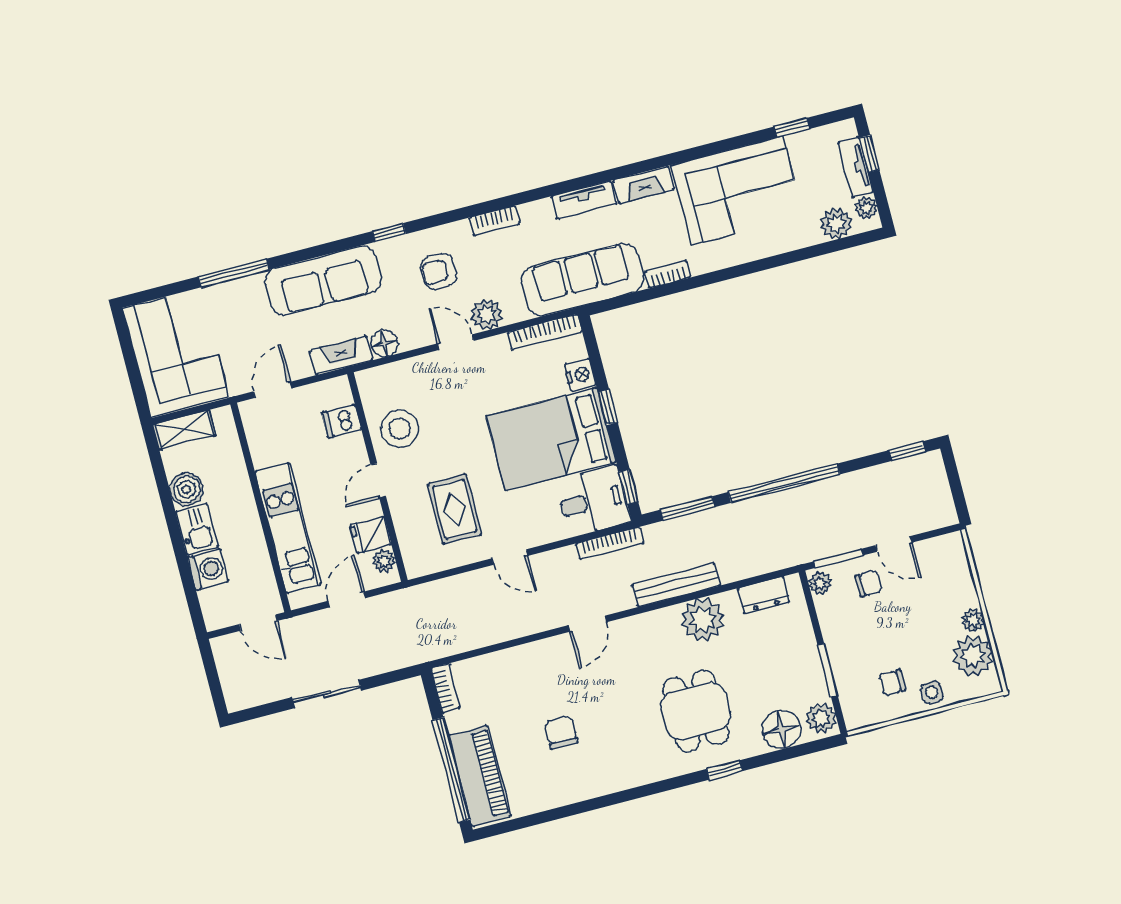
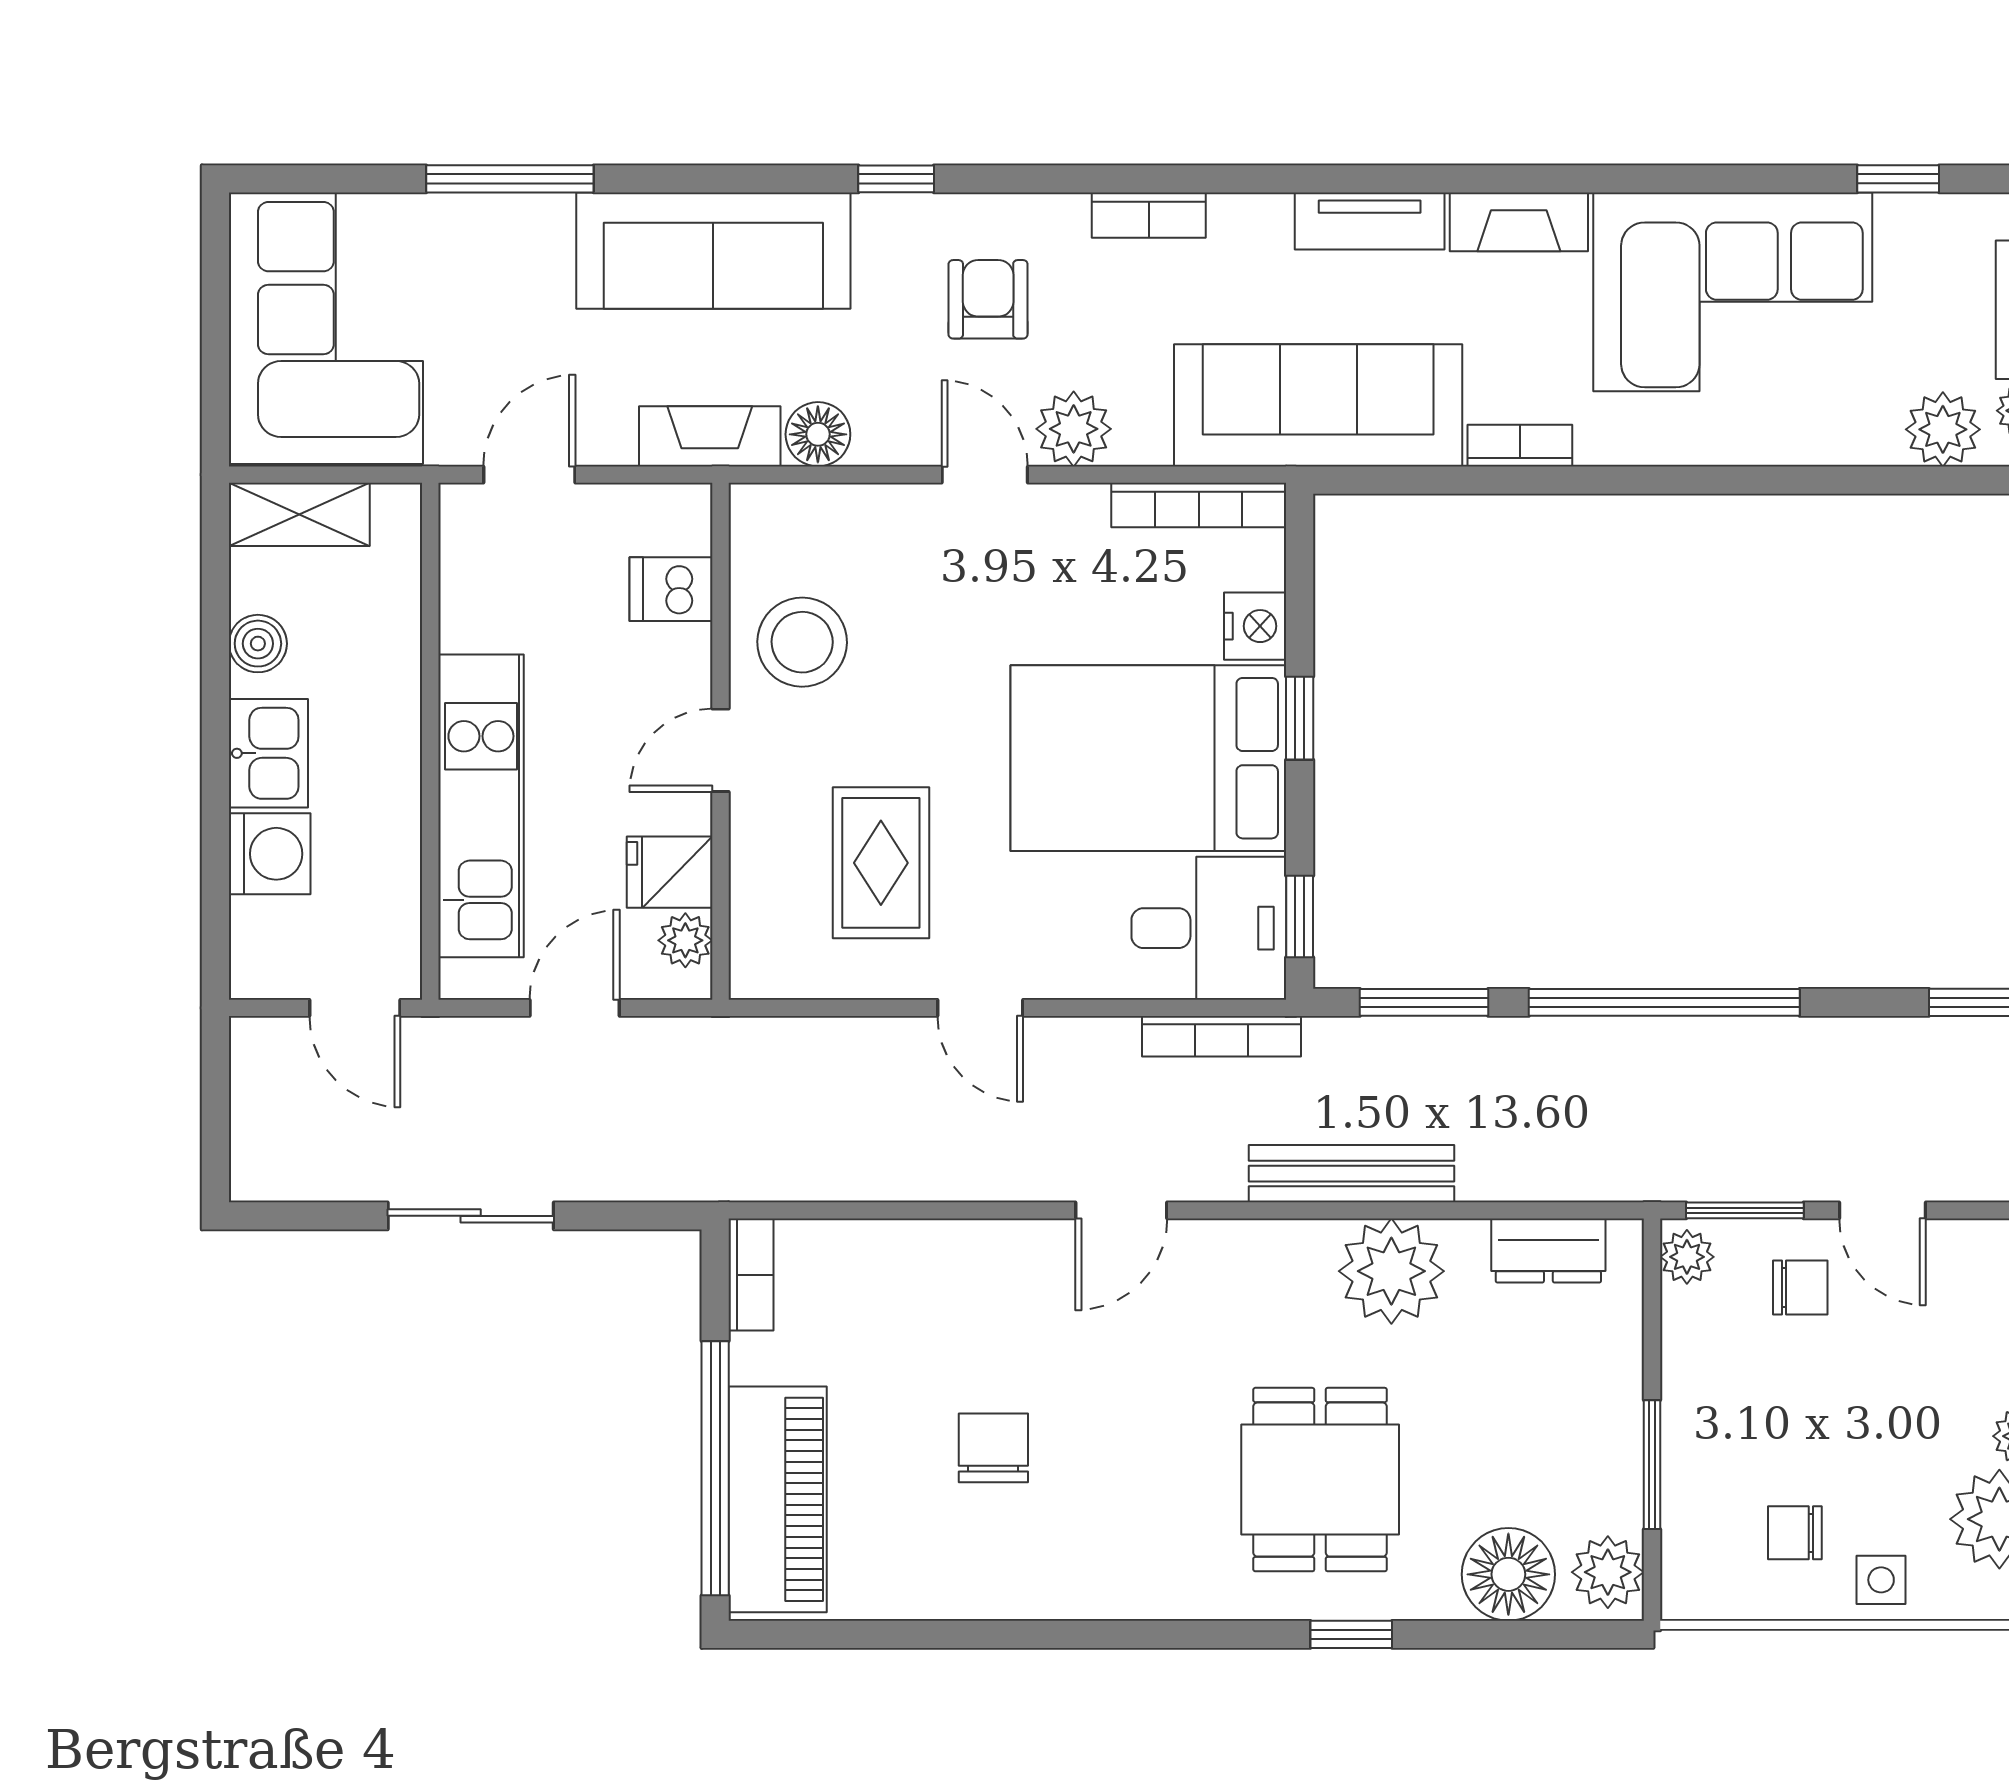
armchair: (439, 271) -> (988, 299), turned 90
boiler: (187, 489) -> (258, 644), width x0.73, depth x0.73

